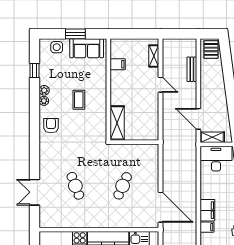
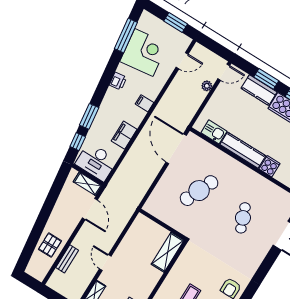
pallet: (211, 49) -> (50, 245), moved
cafe table: (123, 186) -> (199, 191), width x1.37, depth x1.35
filing cabinet: (207, 210) -> (124, 135), moved

